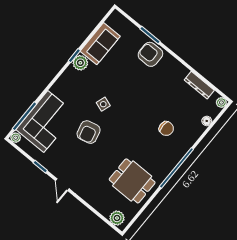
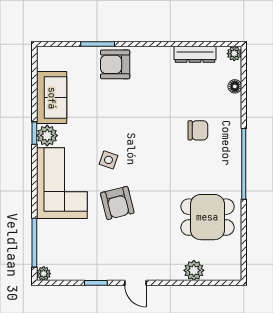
corner sofa: (46, 122) -> (62, 183), moved
plant: (117, 218) -> (194, 270), moved

